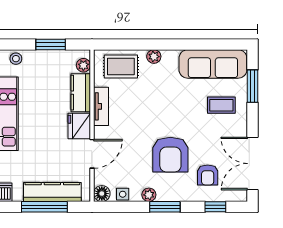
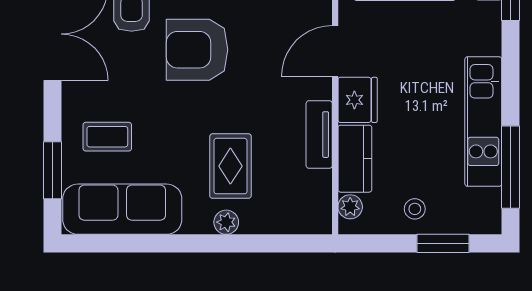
window: (51, 44) -> (443, 243), moved
stool: (16, 59) -> (415, 209), moved
rug: (121, 66) -> (230, 166), moved, turned 90
armchair: (170, 155) -> (197, 50), turned -90

